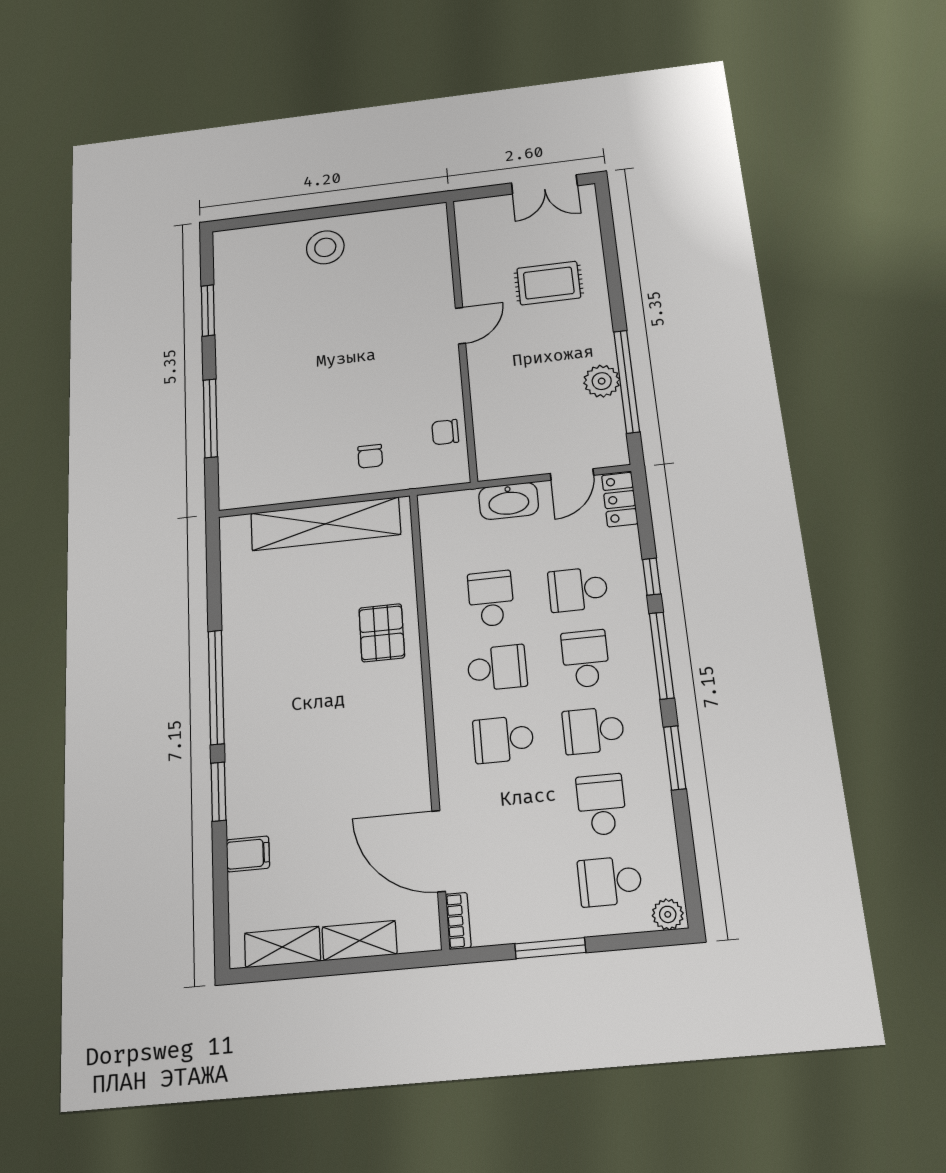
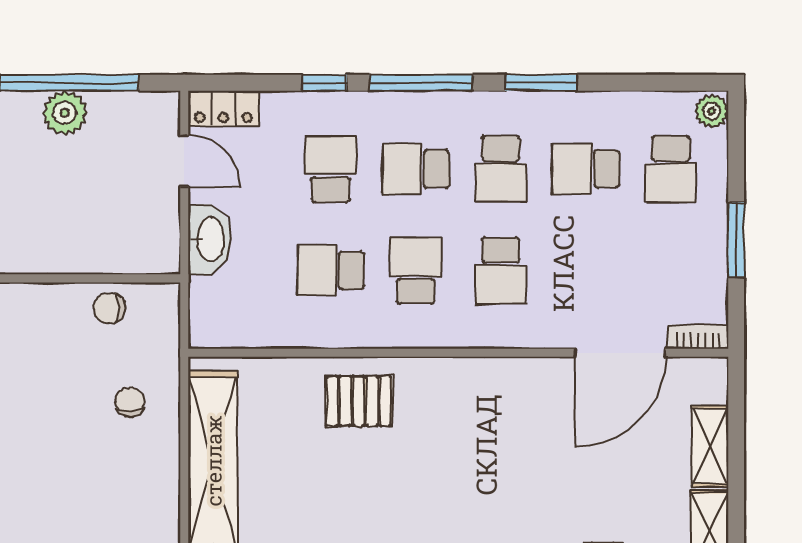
chair: (445, 432) -> (109, 308), turned 90
chair: (370, 456) -> (130, 402), turned -90
school desk: (578, 589) -> (331, 169), turned 180

